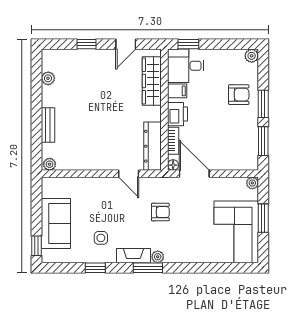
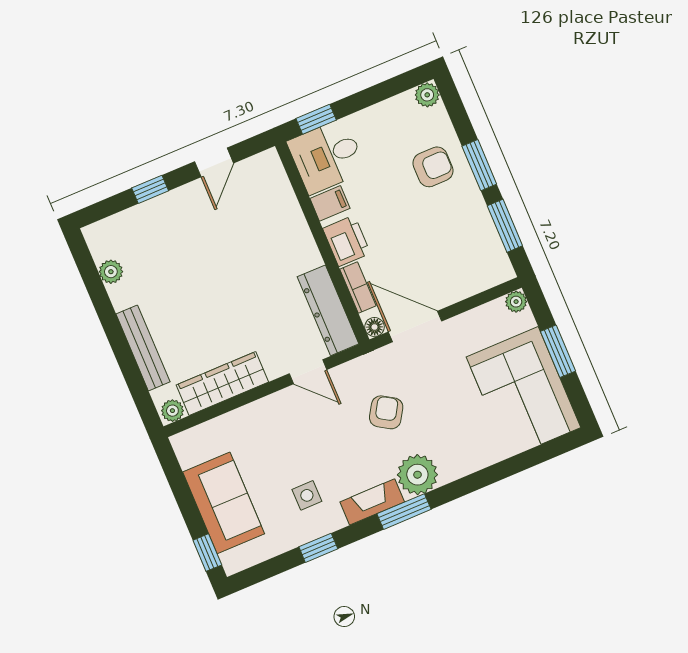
wardrobe: (152, 81) -> (222, 384), moved, turned 90
bench: (48, 125) -> (143, 348), width x1.36
armchair: (160, 212) -> (386, 412), turned -58
plant: (158, 257) -> (417, 475), width x1.87, depth x1.87

